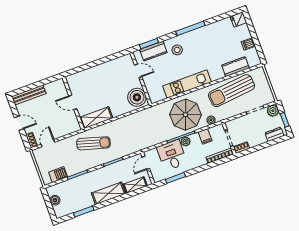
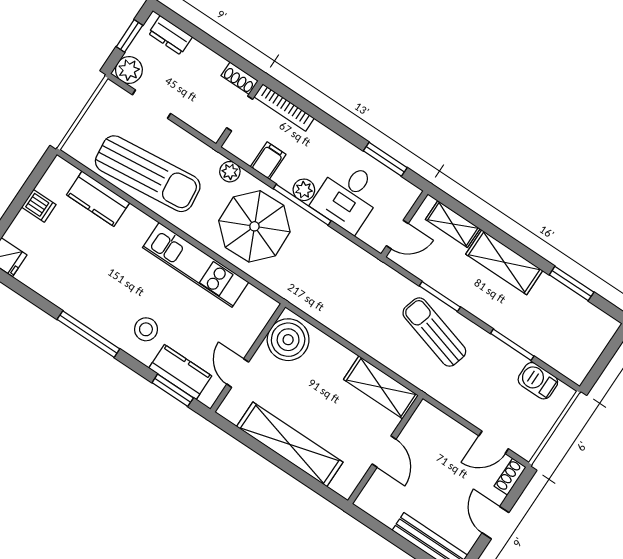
shelving: (100, 71) -> (290, 444), added
sun lounger: (93, 143) -> (434, 332), moved
boiler: (55, 200) -> (590, 352), removed

